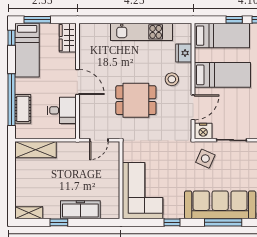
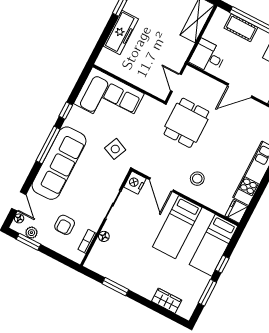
fridge: (184, 53) -> (236, 211), moved, turned -90
dining table: (136, 100) -> (186, 123), moved
desk: (62, 110) -> (208, 57), moved, turned 90
side table: (205, 159) -> (115, 149), moved
window: (223, 222) -> (48, 145), moved

